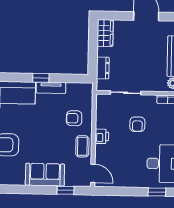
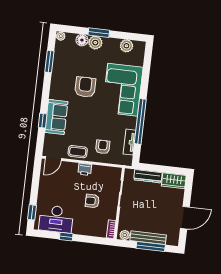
dresser: (103, 68) -> (148, 176), width x1.44
window: (41, 78) -> (140, 121), width x3.17
tv unit: (51, 88) -> (130, 142), moved
window: (66, 190) -> (43, 121), moved

